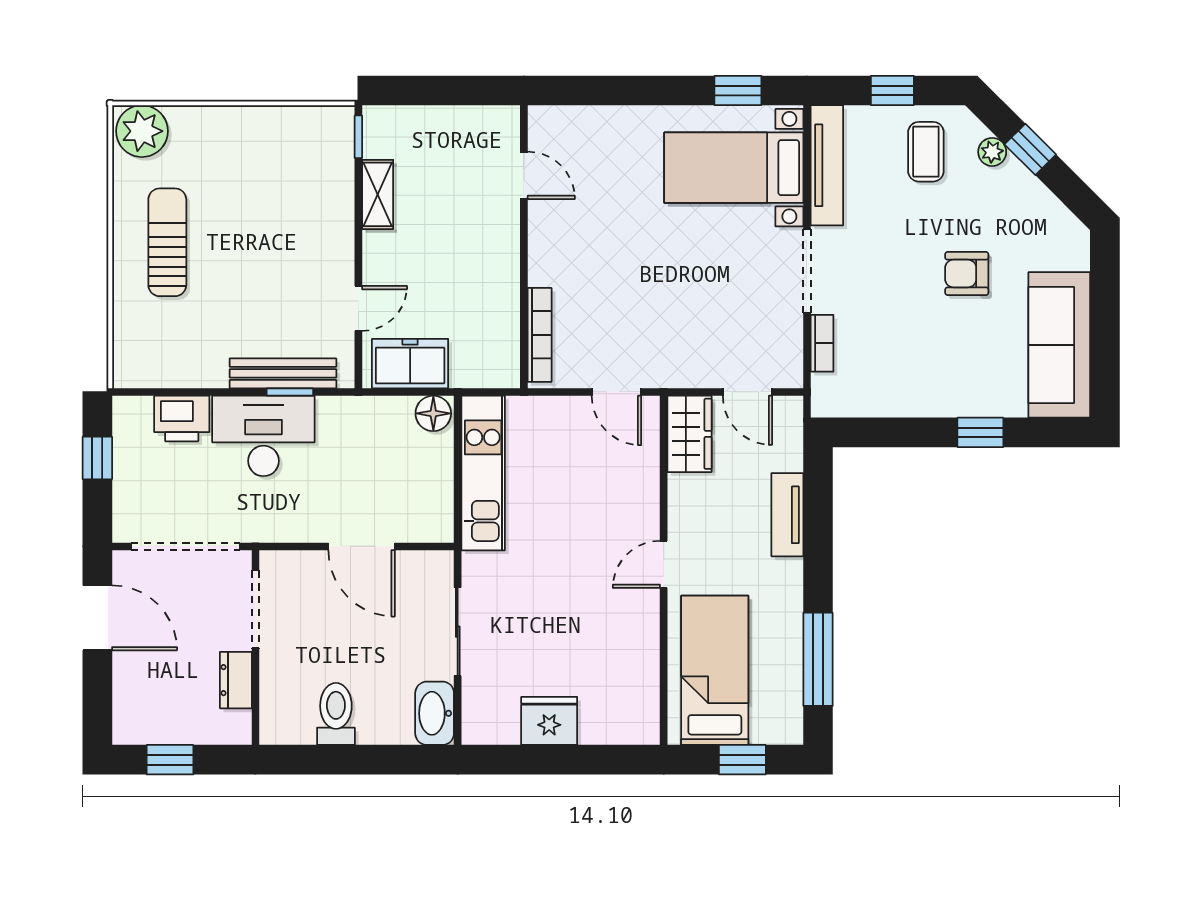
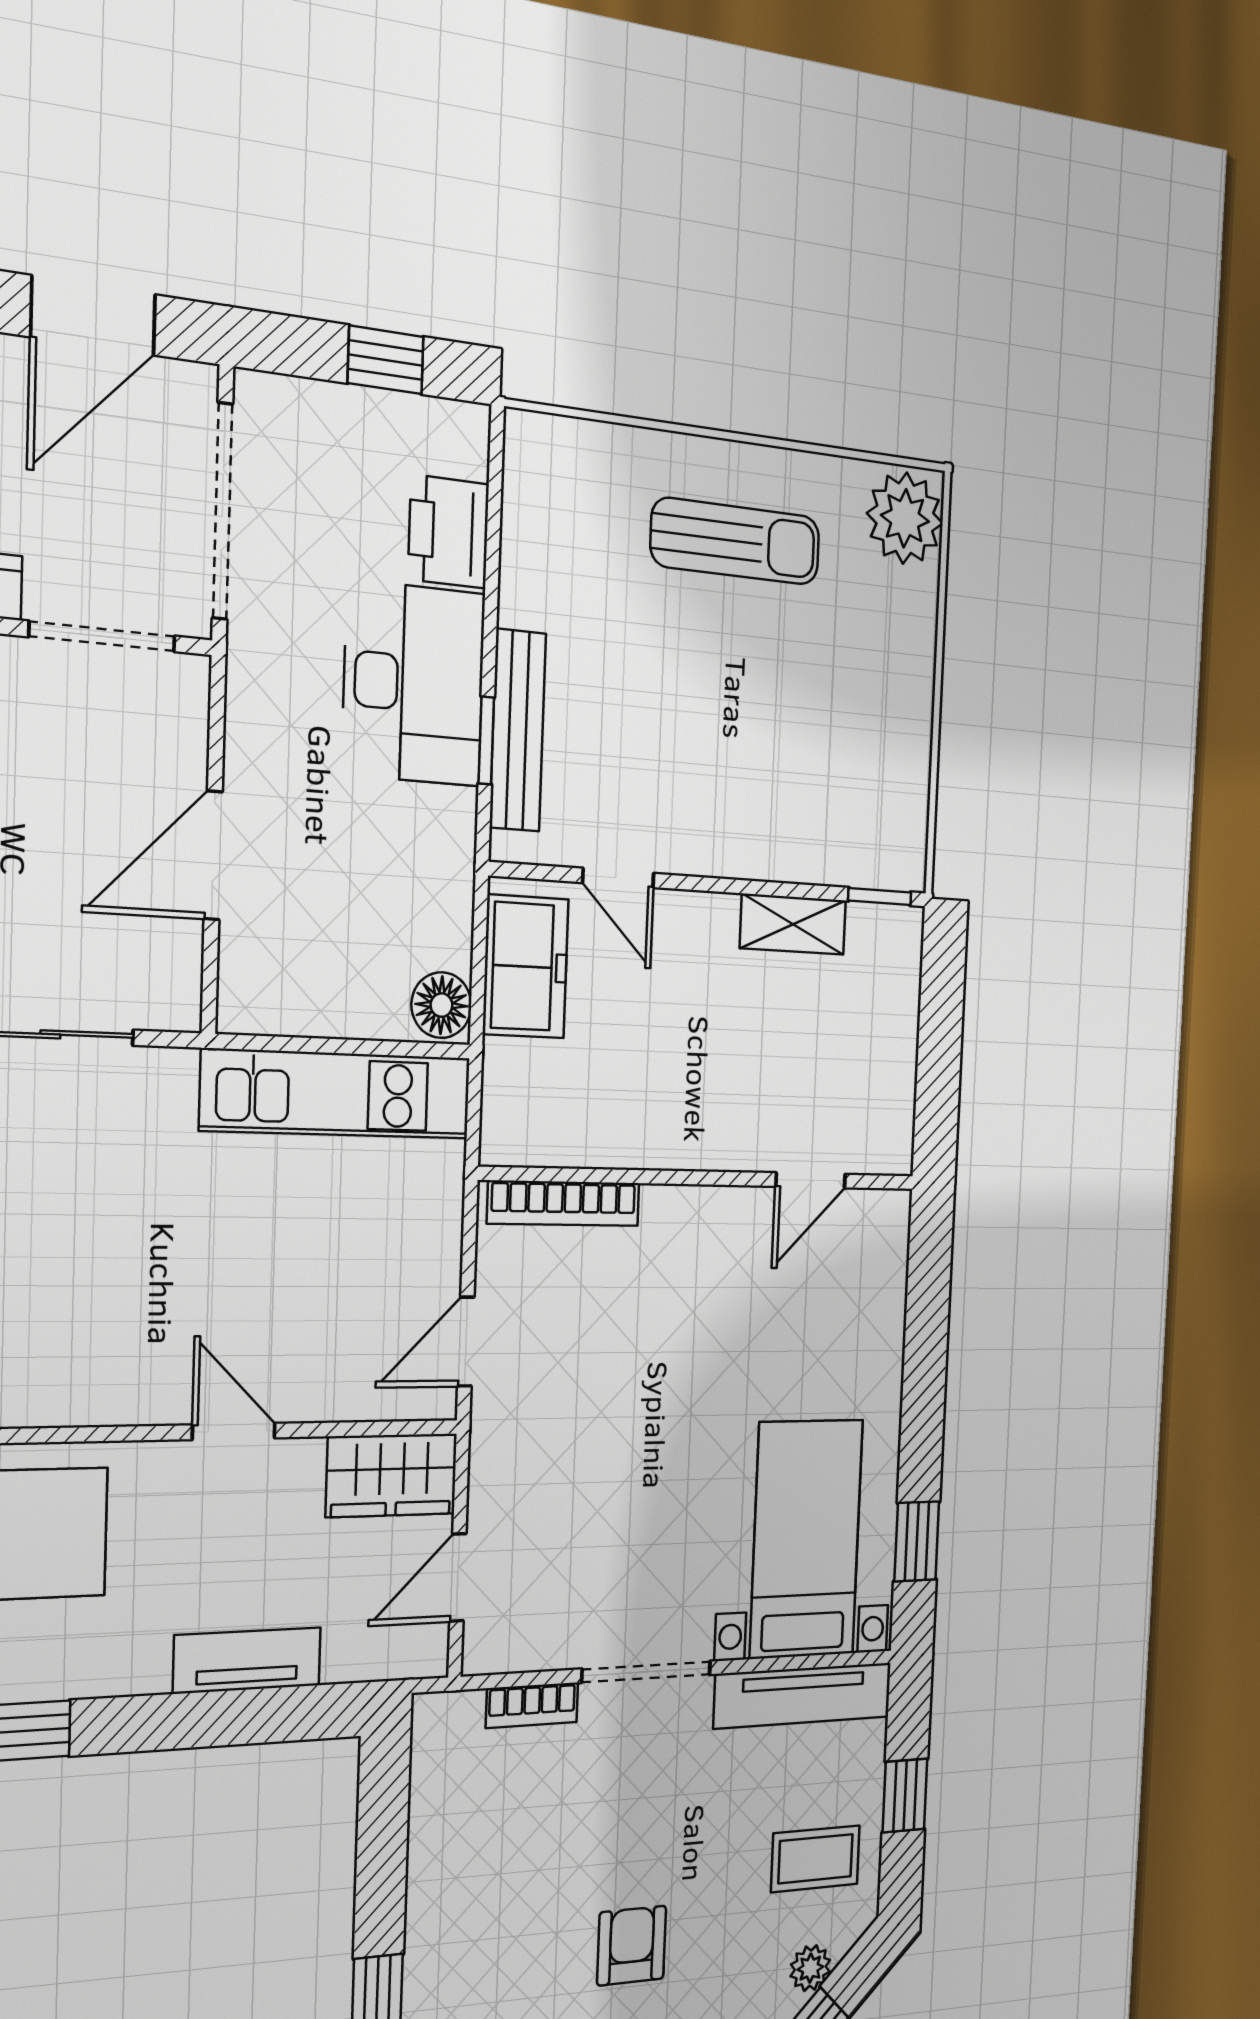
door: (664, 564) -> (234, 1431), moved

